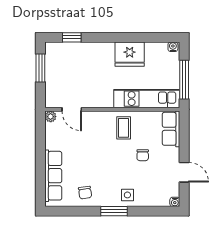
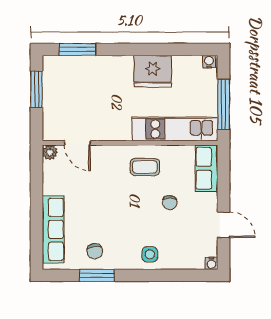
window: (72, 37) -> (77, 49), width x1.50
coffee table: (124, 128) -> (145, 167), turned 90
window: (114, 211) -> (97, 275), moved

